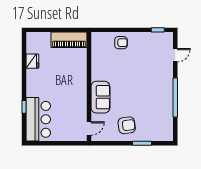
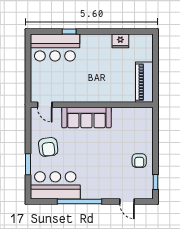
armchair: (121, 43) -> (139, 161), moved
sofa: (100, 97) -> (86, 117), width x1.36
bar counter: (161, 119) -> (55, 185), added

